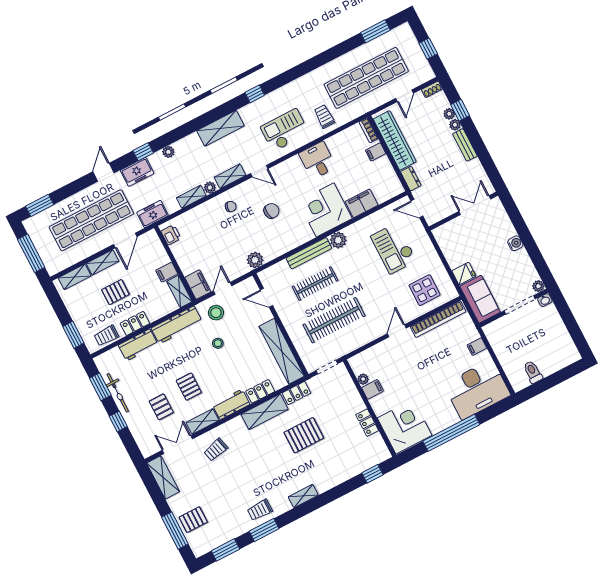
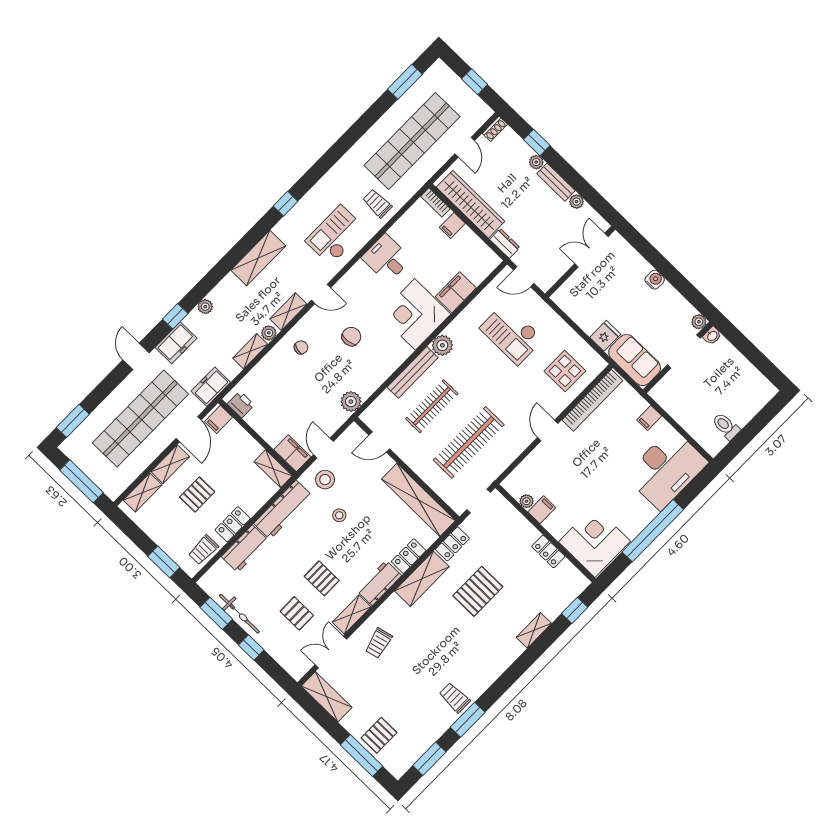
plant: (449, 114) -> (577, 202), moved
filing cabinet: (167, 272) -> (219, 419), moved
shelving: (303, 496) -> (534, 630), moved
trolley: (260, 510) -> (455, 698), turned 90

